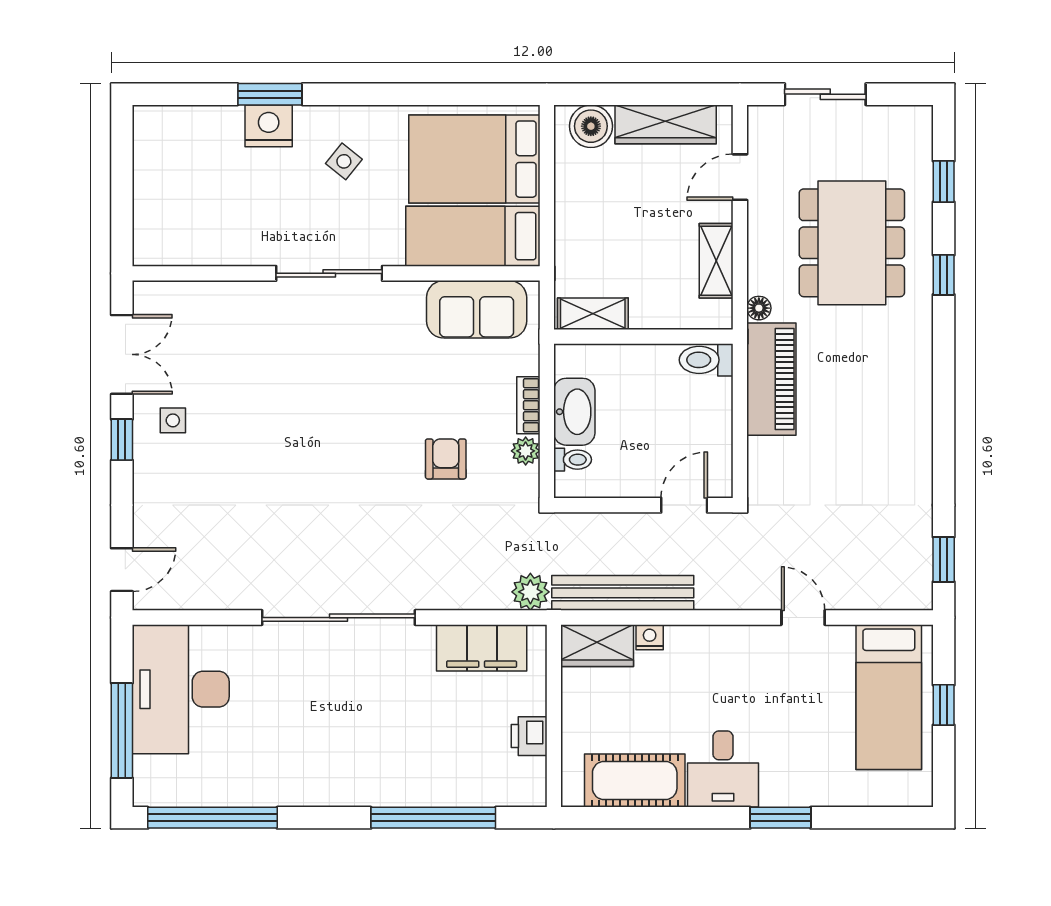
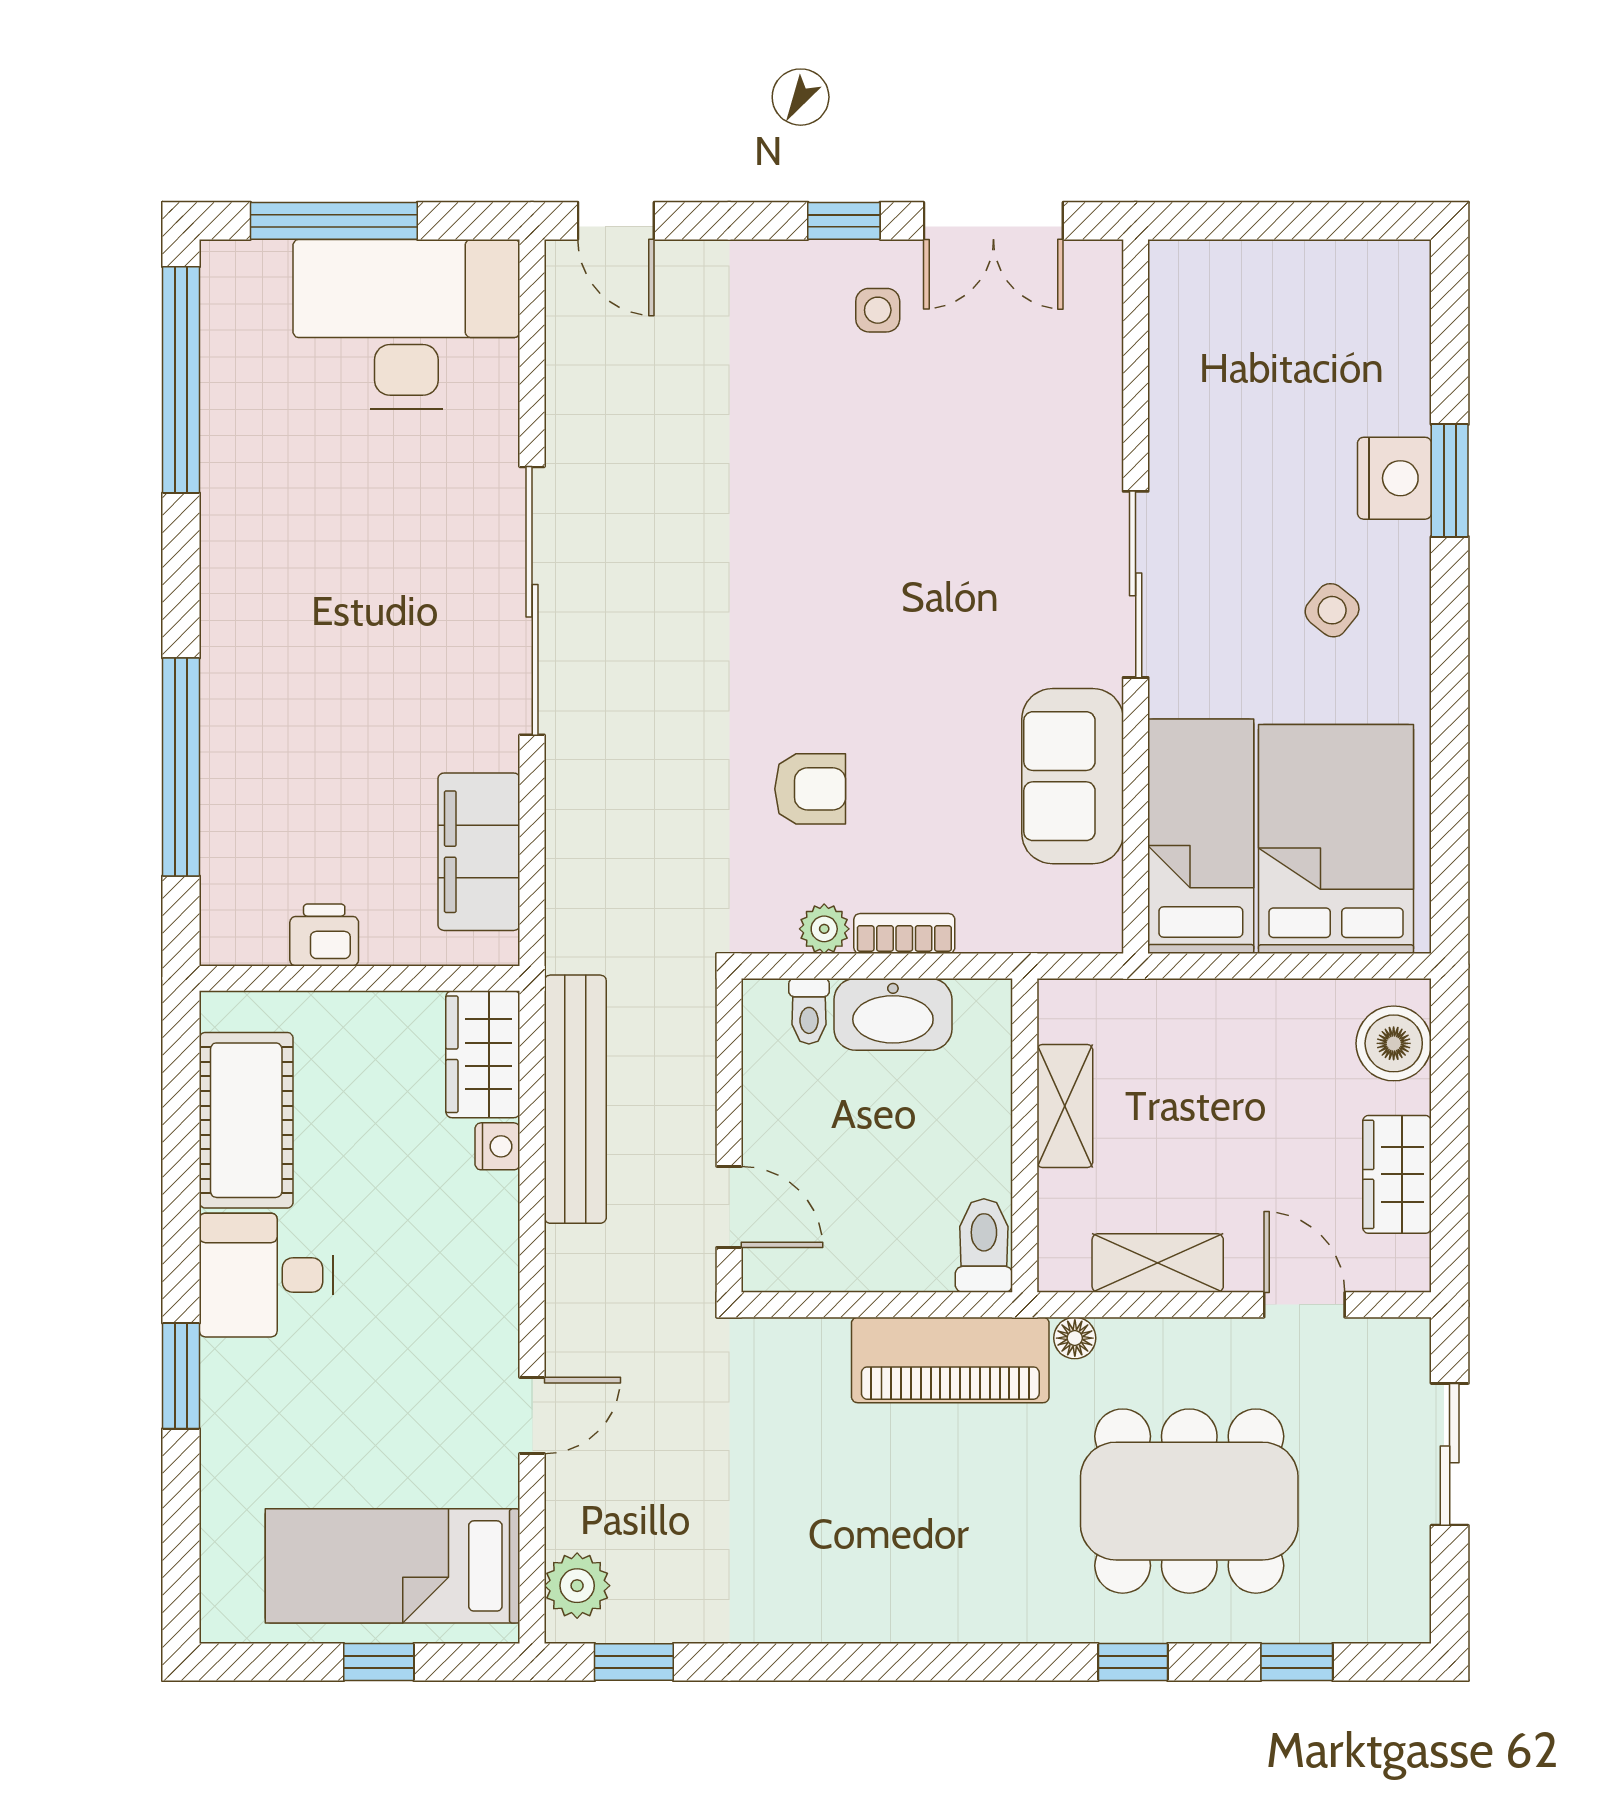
wardrobe: (666, 124) -> (1397, 1174), width x0.67
sofa: (477, 309) -> (1073, 776), moved
shelving: (593, 314) -> (1065, 1106), moved
plant: (530, 592) -> (577, 1586), moved

